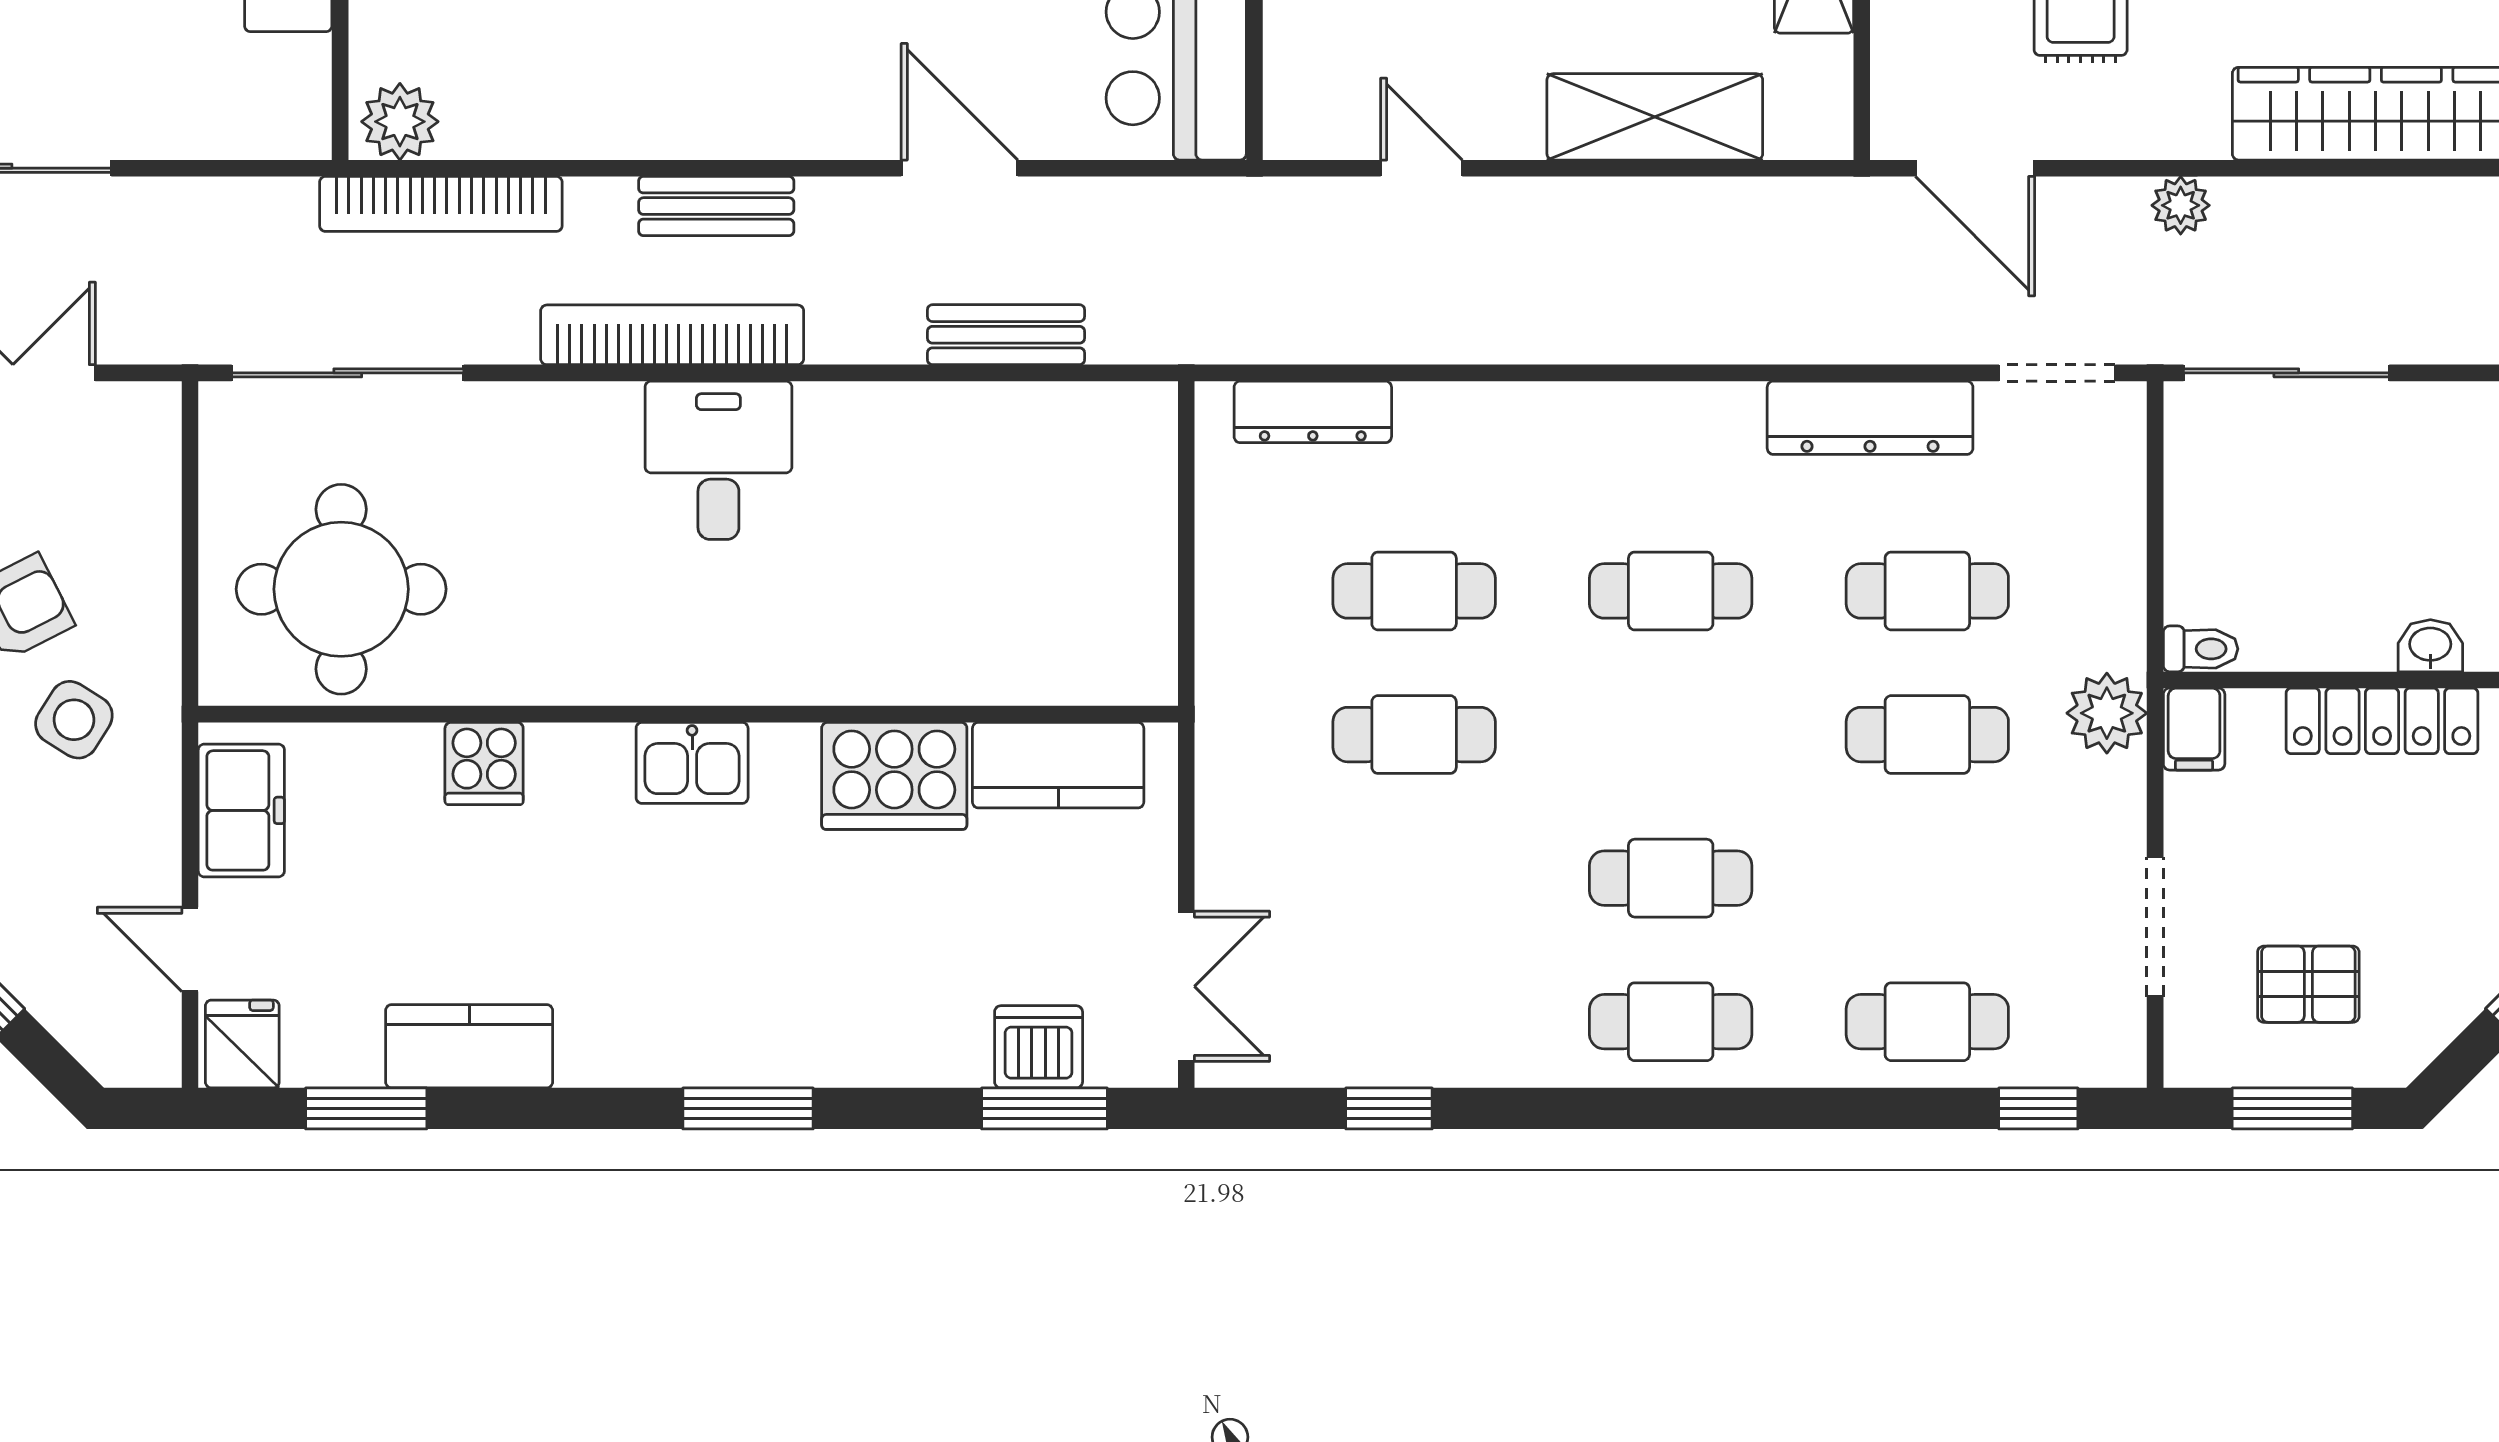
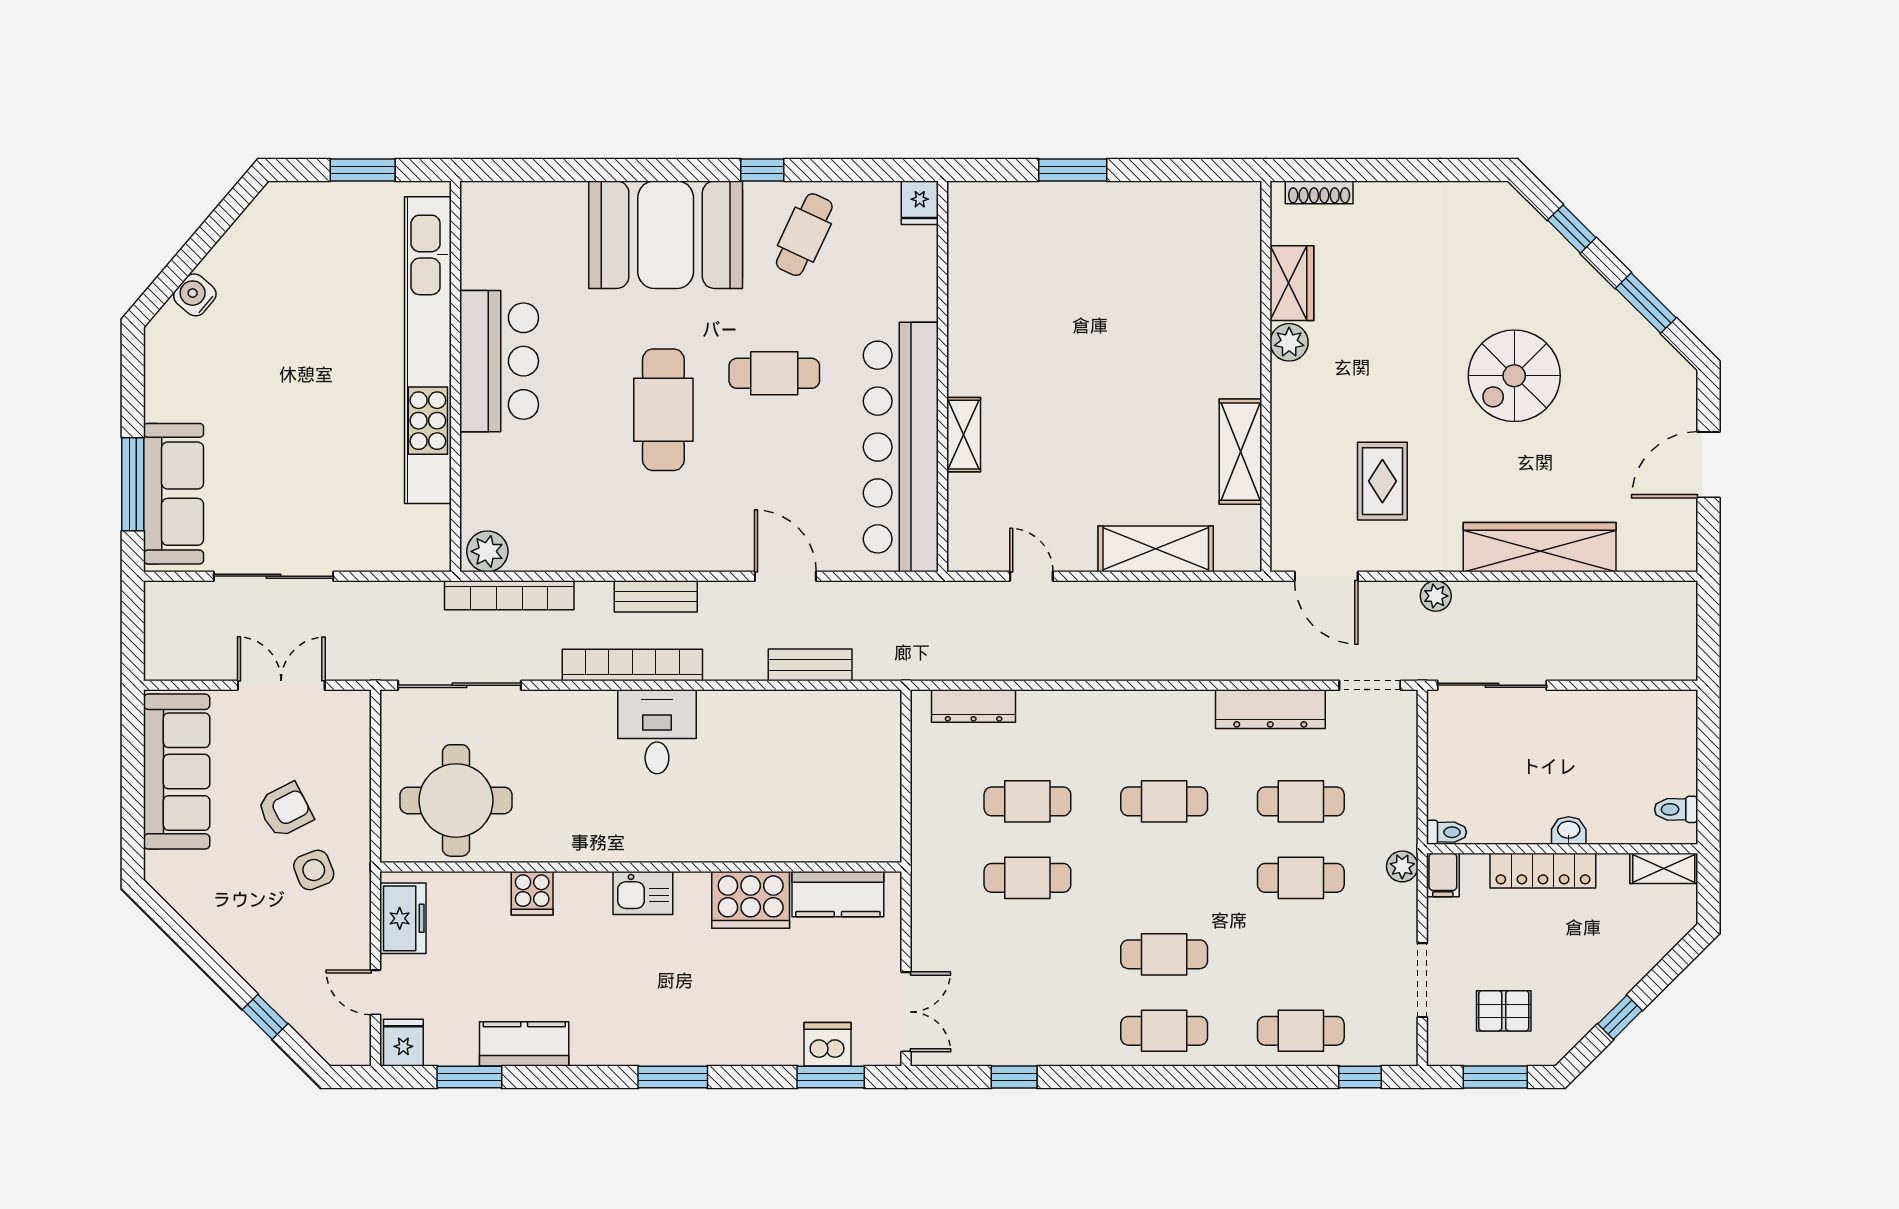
plant: (2107, 713) -> (1402, 866), width x0.73, depth x0.73
side table: (74, 720) -> (314, 870), turned 37

